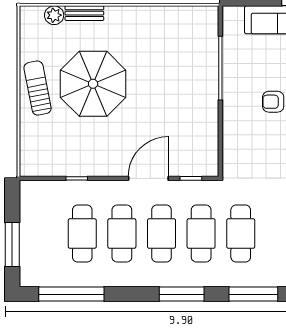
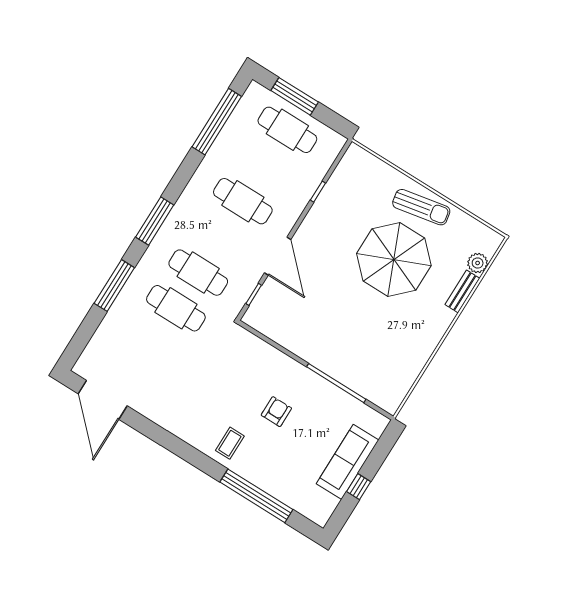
cafe table: (82, 234) -> (287, 130), moved
cafe table: (161, 234) -> (221, 237), removed

